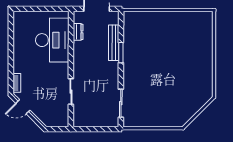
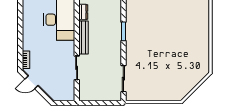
bench: (114, 43) -> (83, 37), moved

